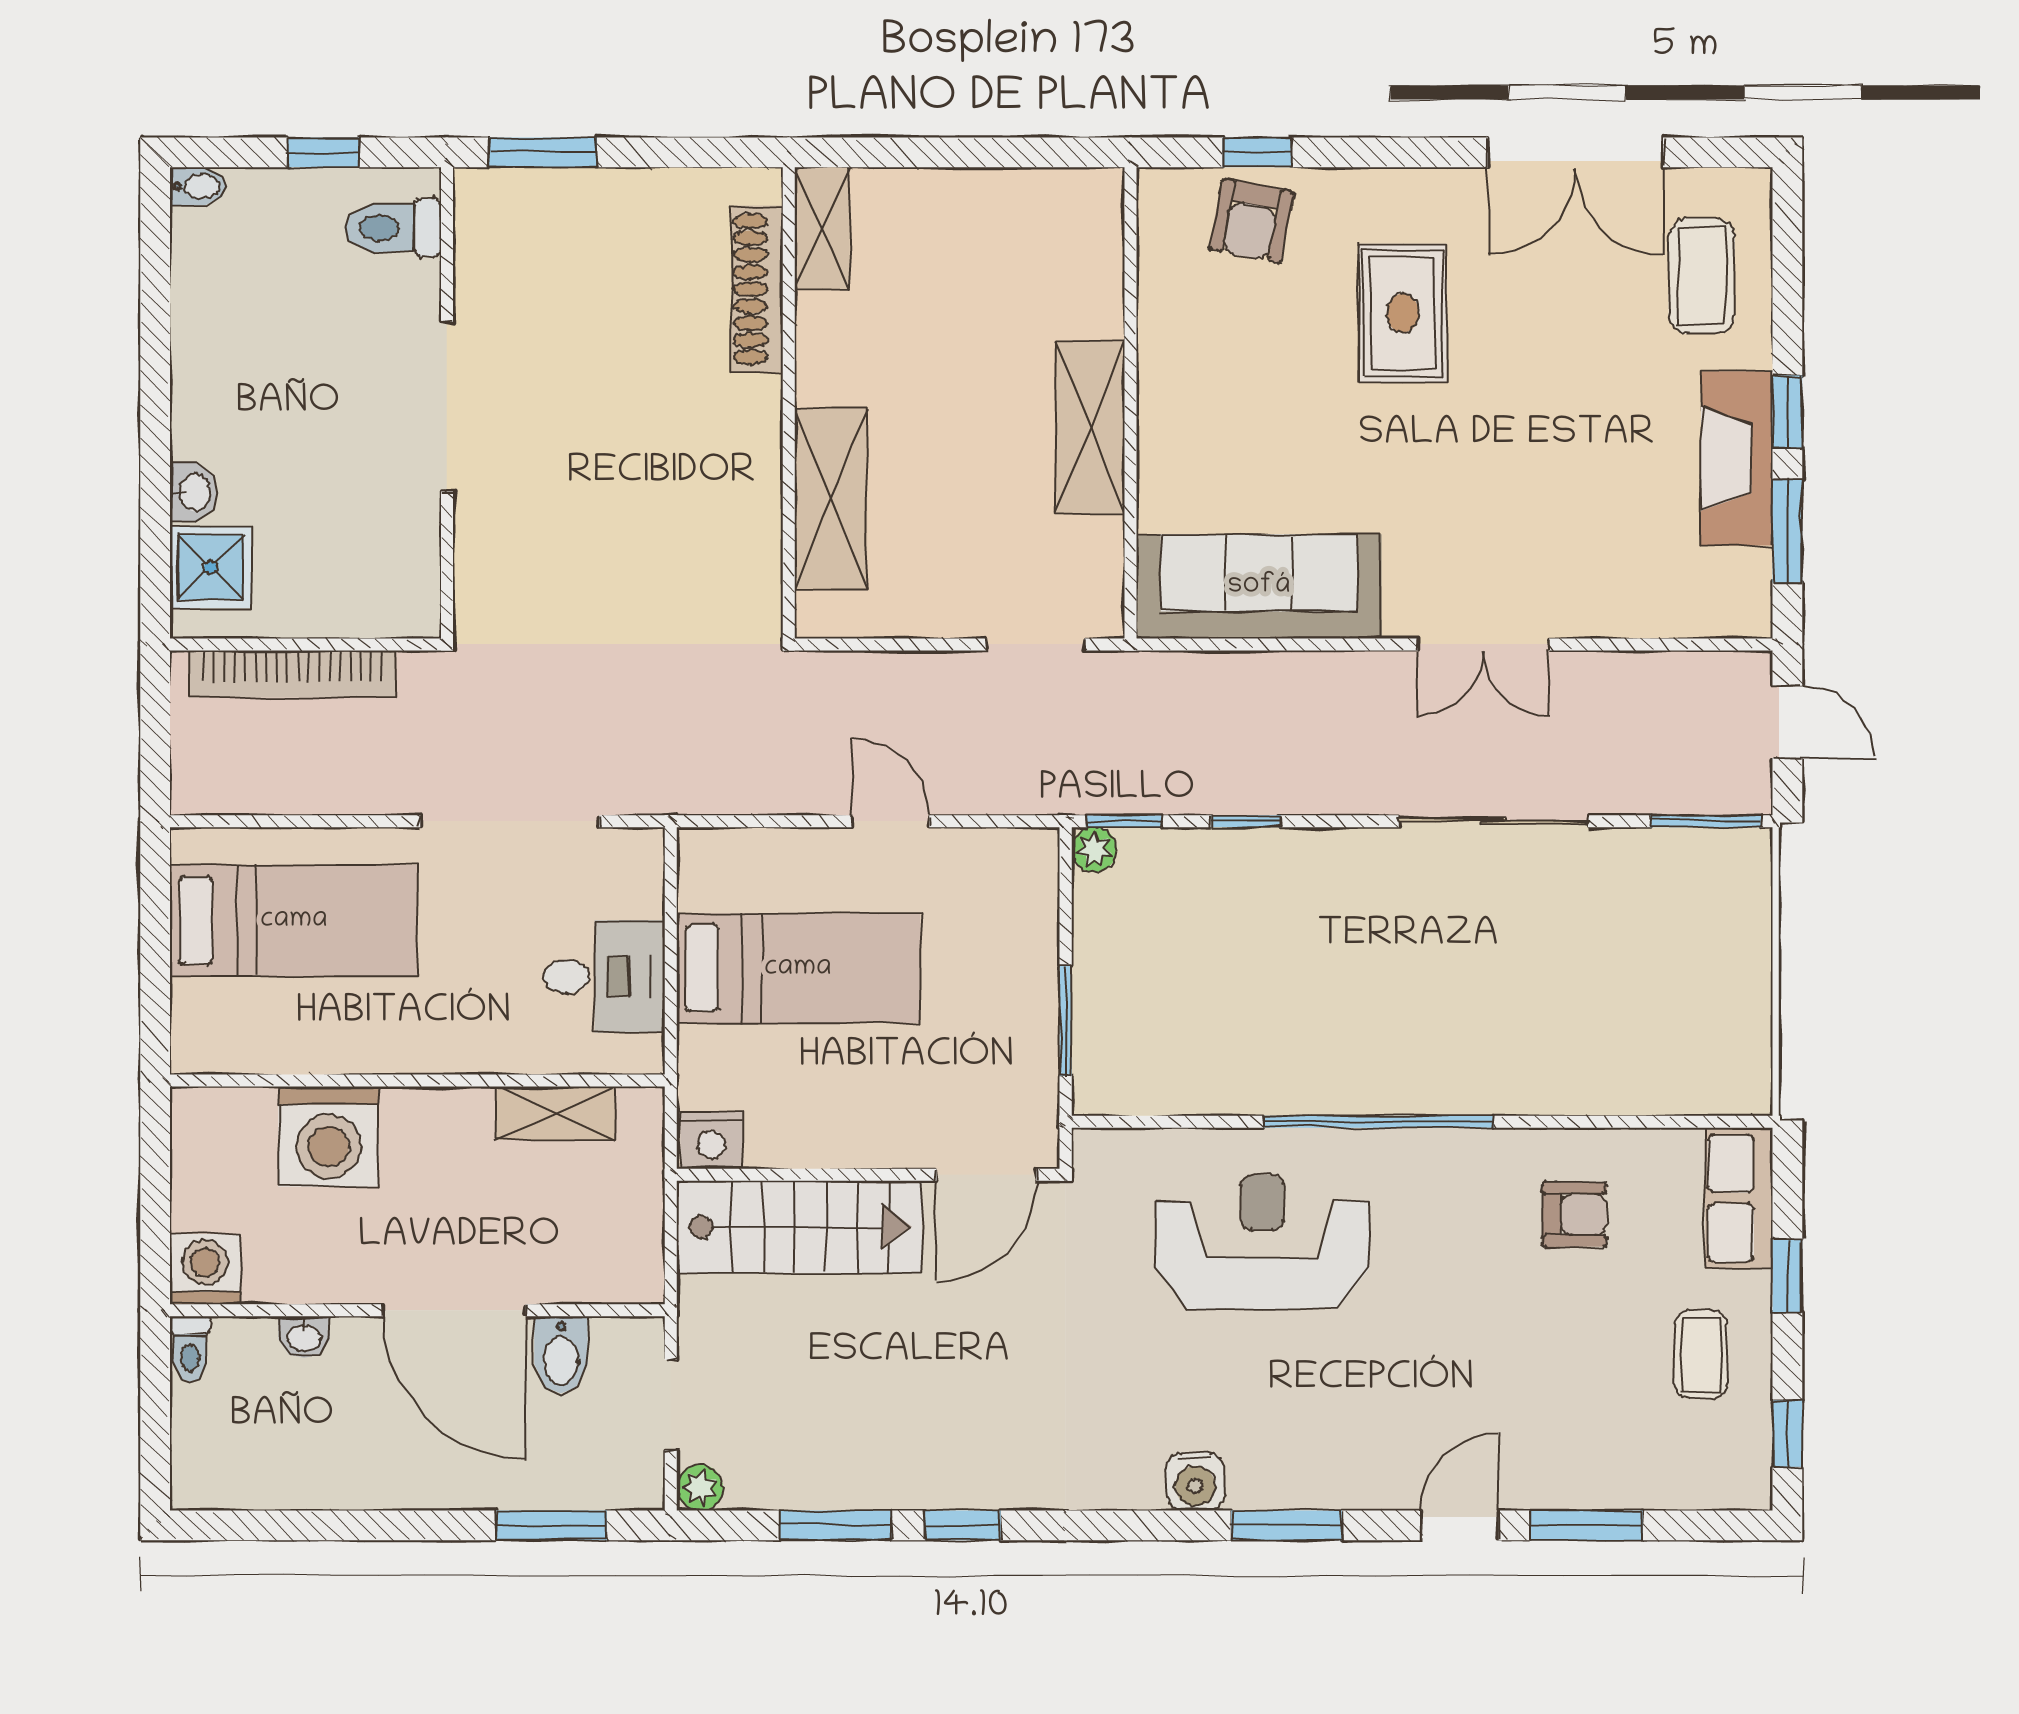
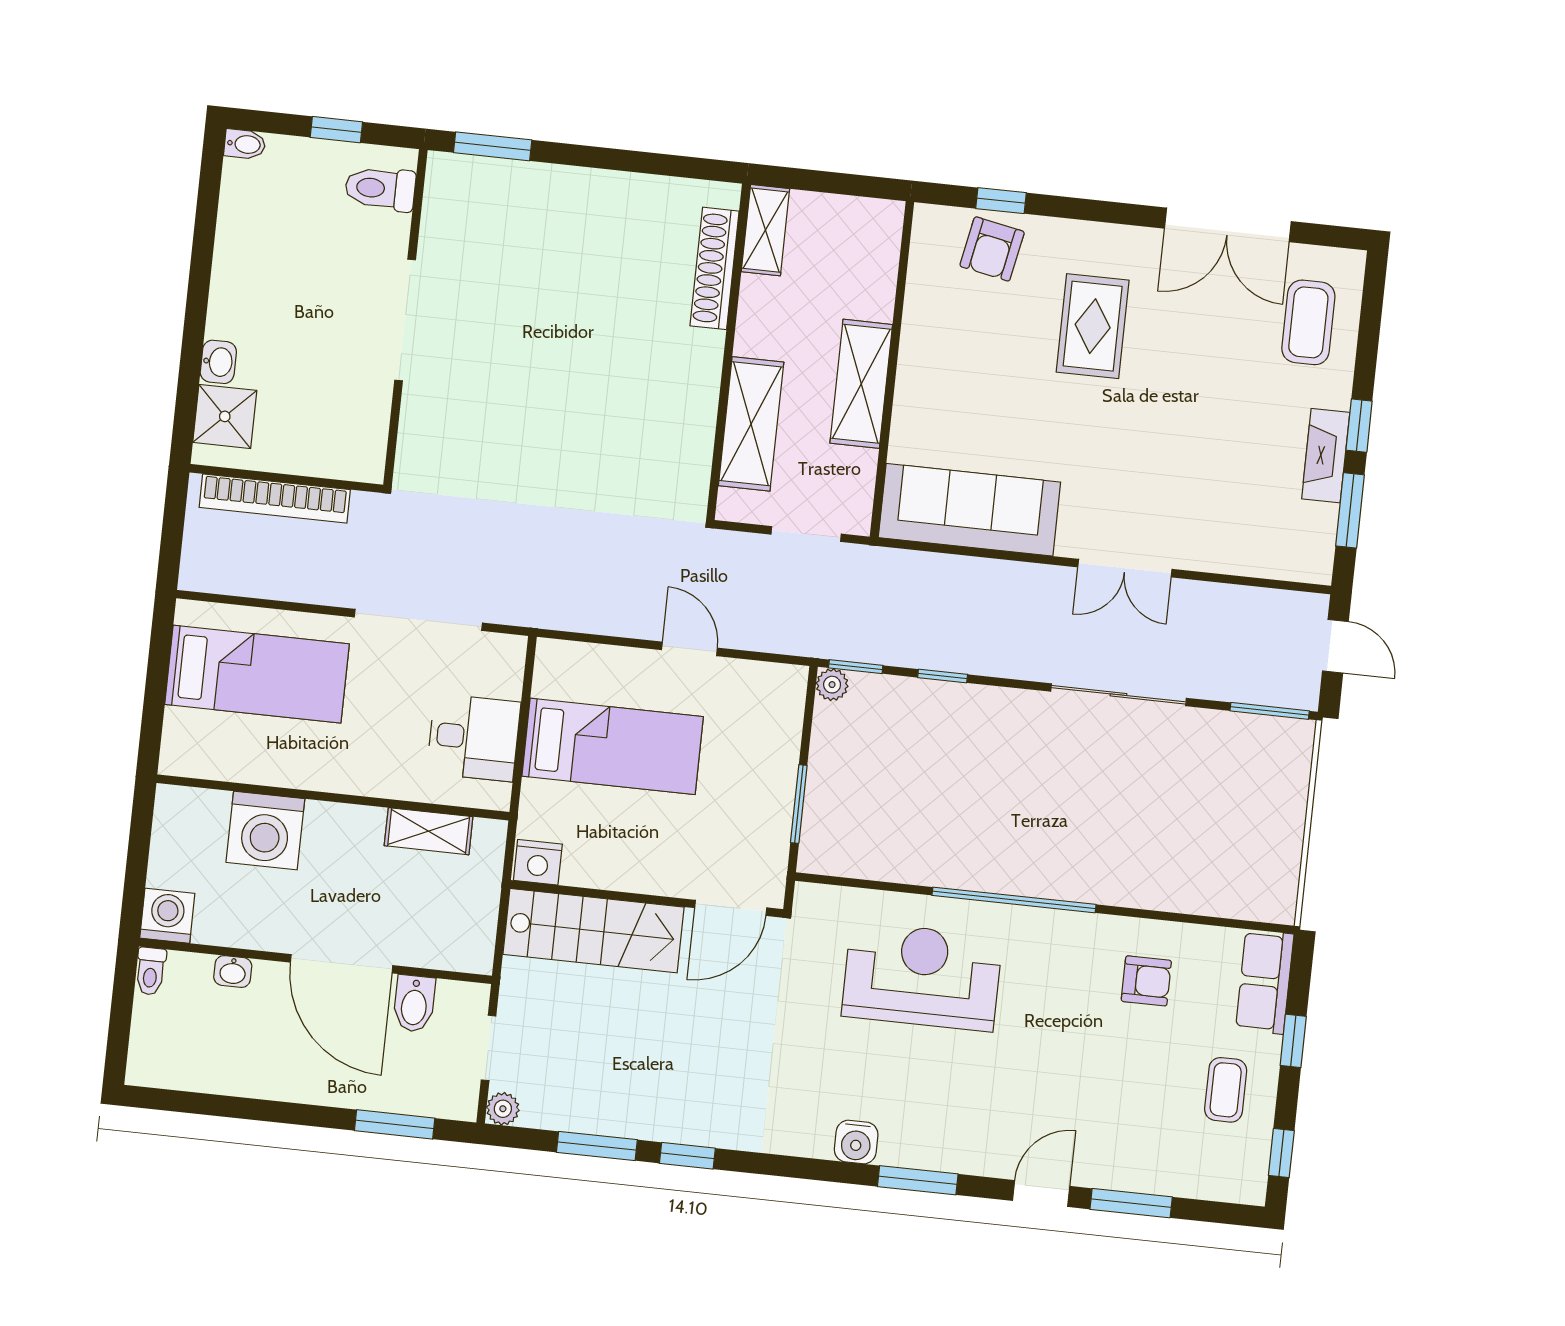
shelving: (822, 228) -> (765, 230), moved
shoe rack: (757, 289) -> (715, 268), moved
wall: (789, 403) -> (728, 352), moved
fireplace: (1737, 458) -> (1326, 456), width x0.73, depth x0.76
shelving: (831, 500) -> (751, 424), moved

